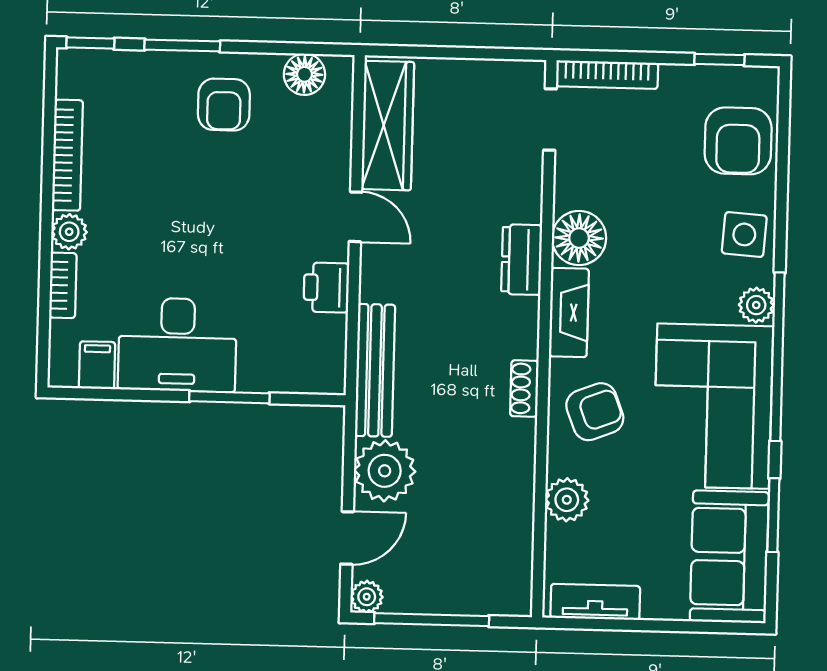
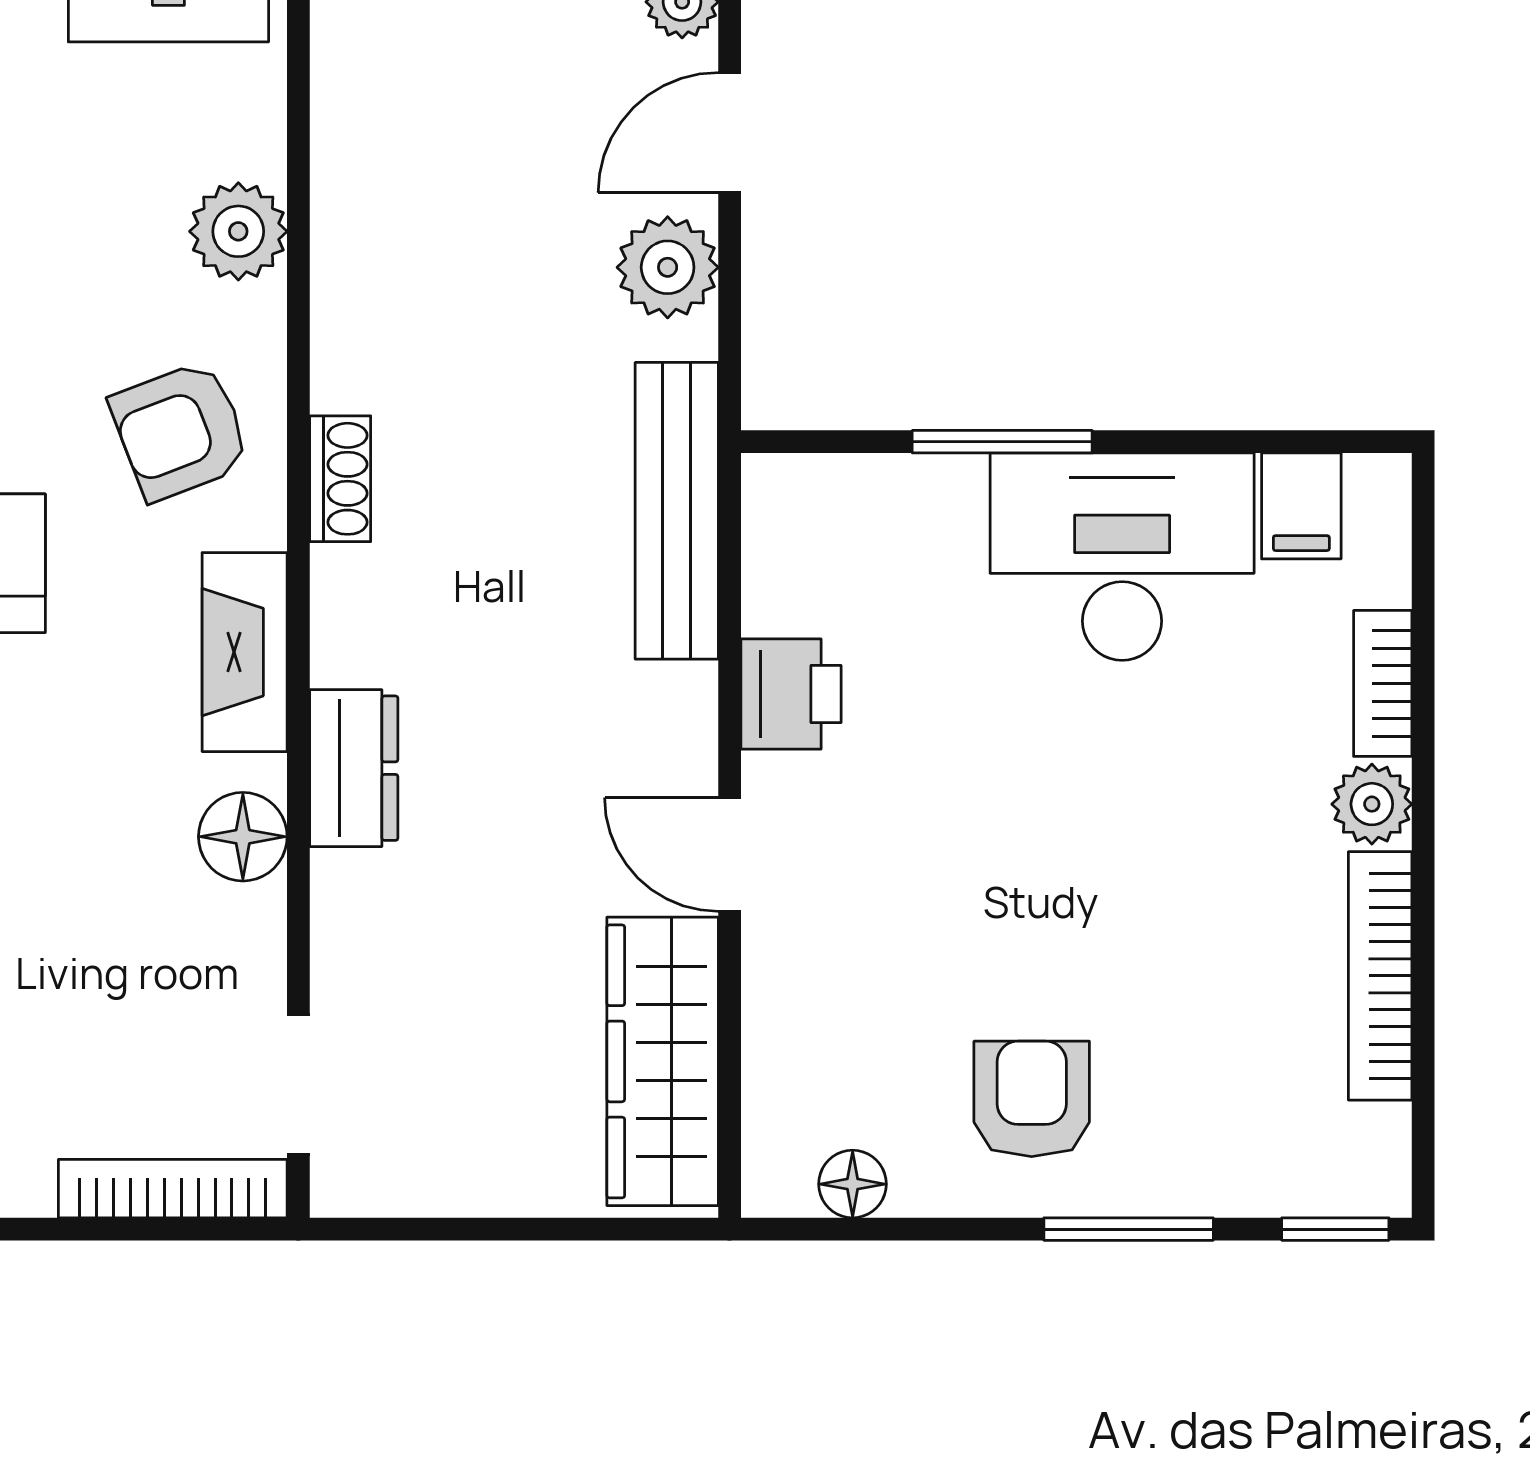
floor lamp: (304, 74) -> (853, 1184), width x0.73, depth x0.73
floor lamp: (579, 238) -> (243, 837), width x0.73, depth x0.73
plant: (385, 471) -> (668, 267), width x0.73, depth x0.73

